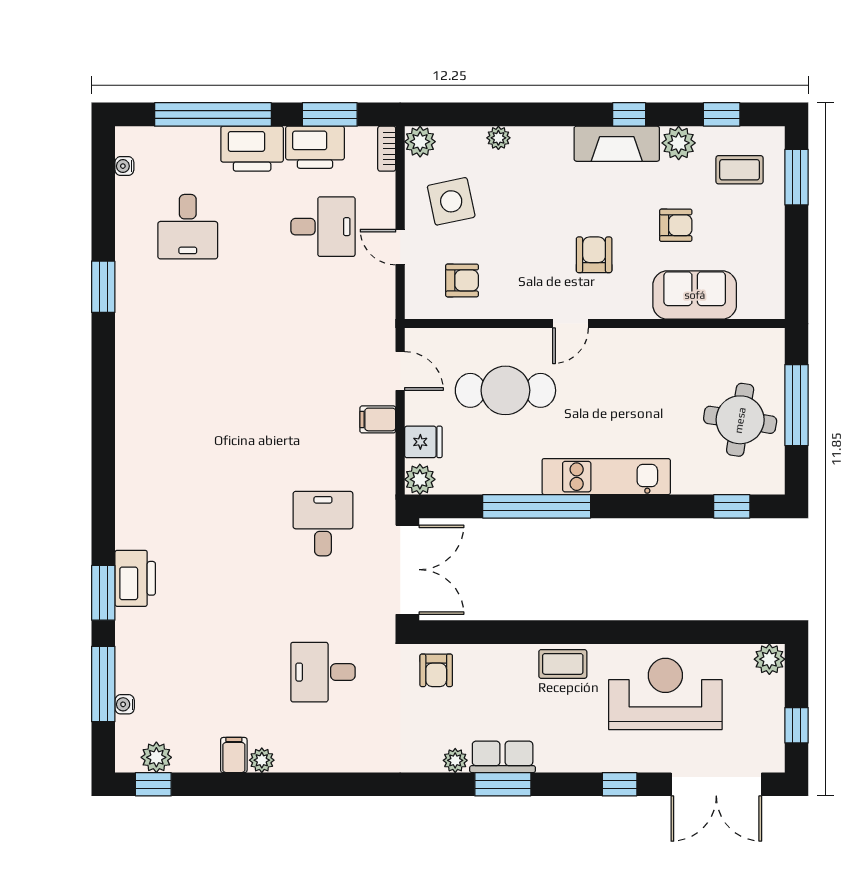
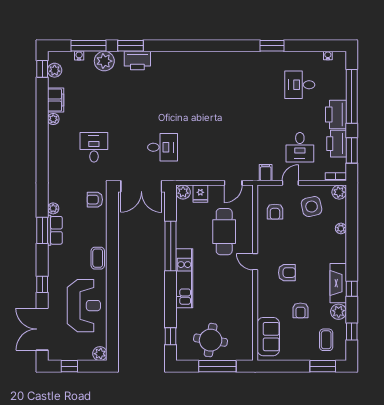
sofa: (695, 295) -> (268, 337), moved
filing cabinet: (378, 419) -> (266, 173), moved
plant: (136, 650) -> (104, 61), added
filing cabinet: (234, 755) -> (56, 100), width x2.00

